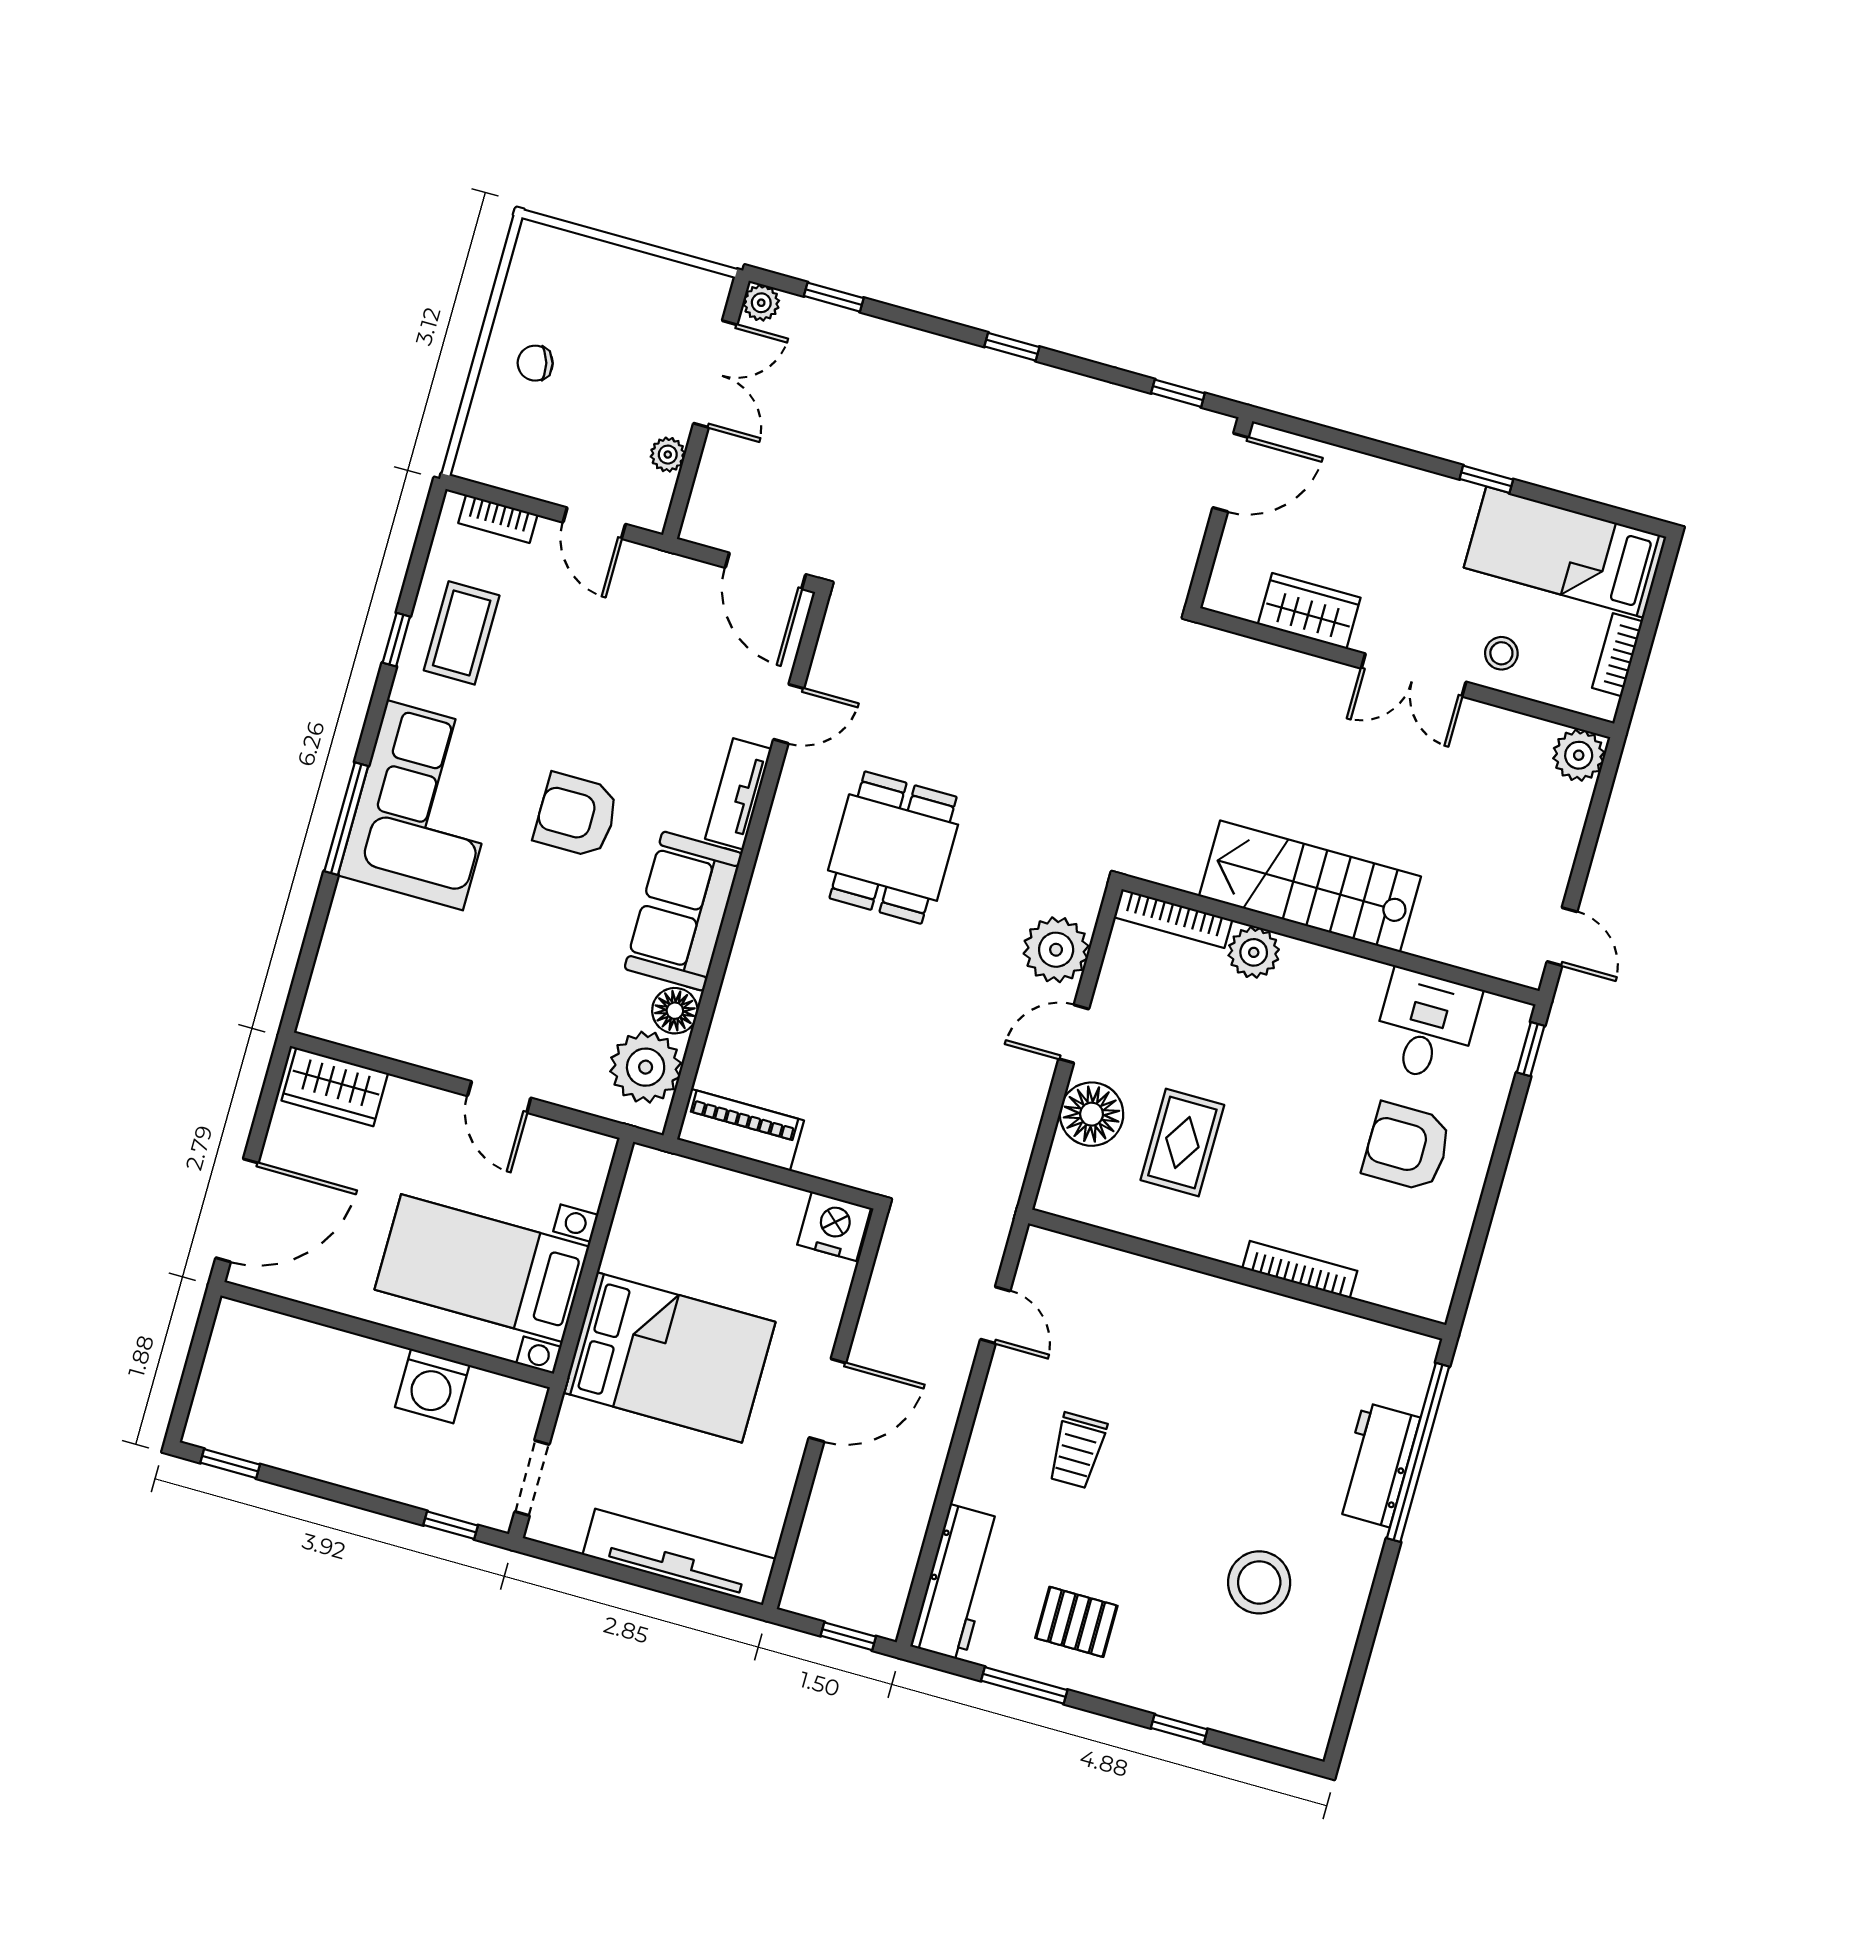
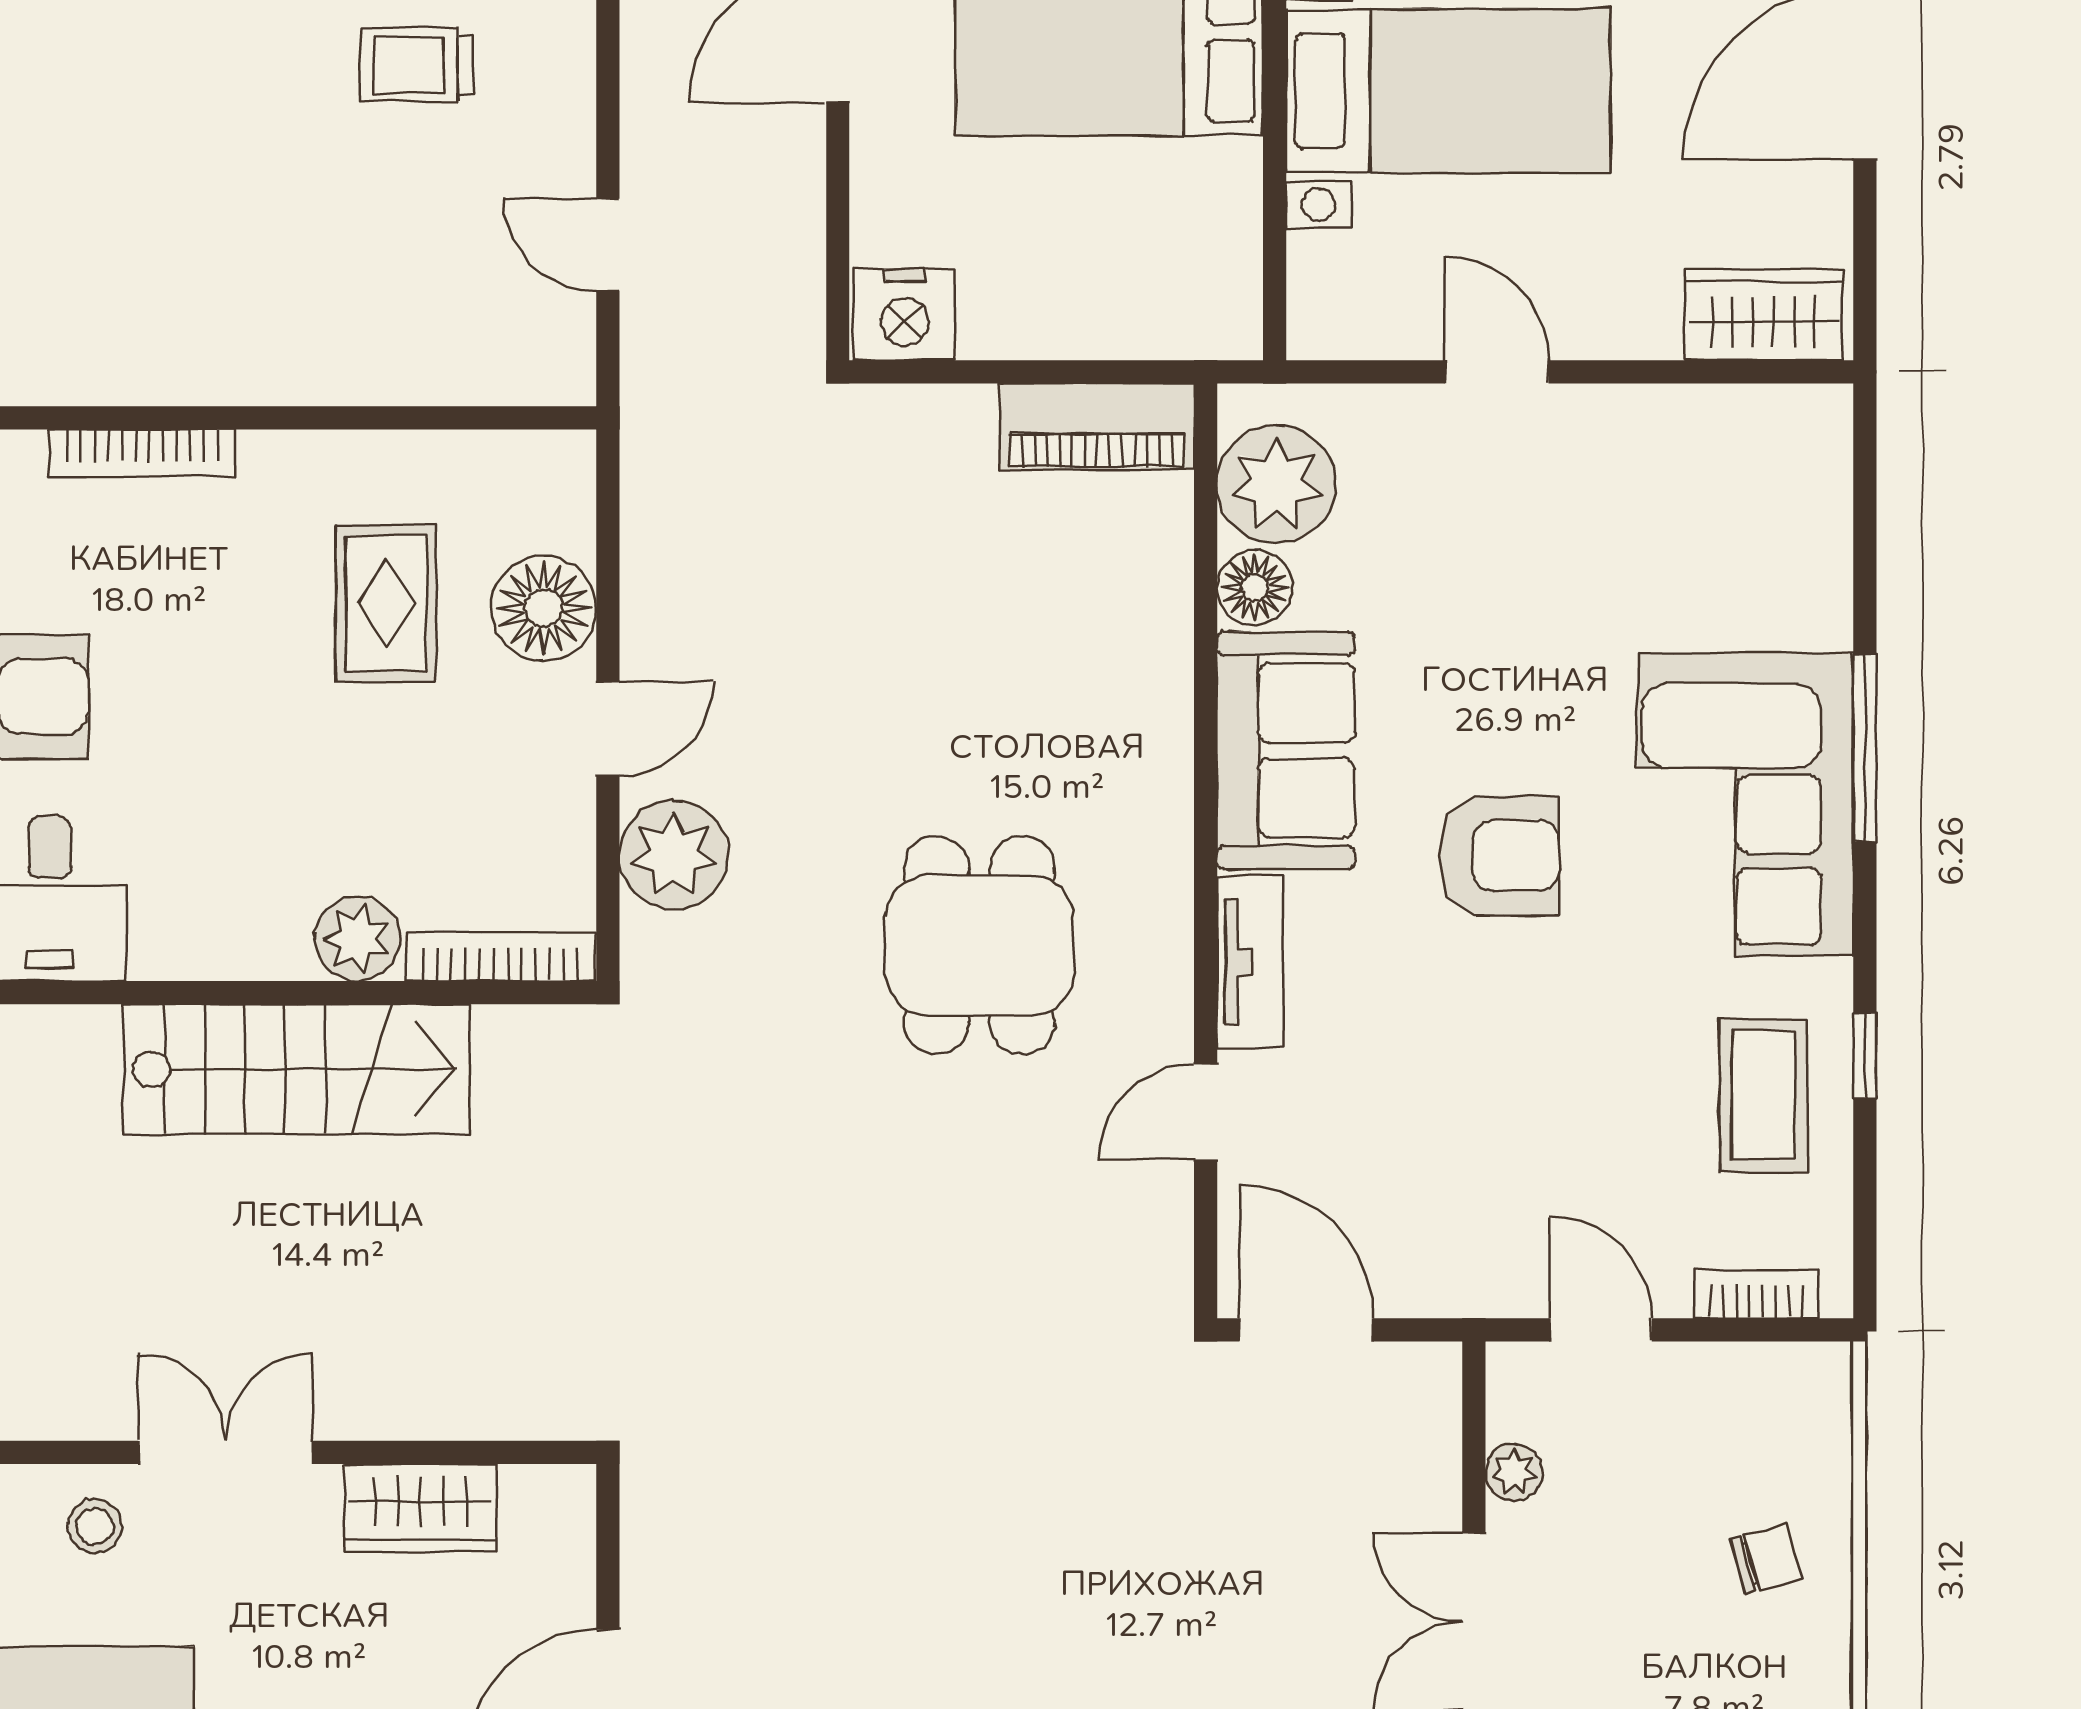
trolley: (1077, 1450) -> (417, 65), turned -90

